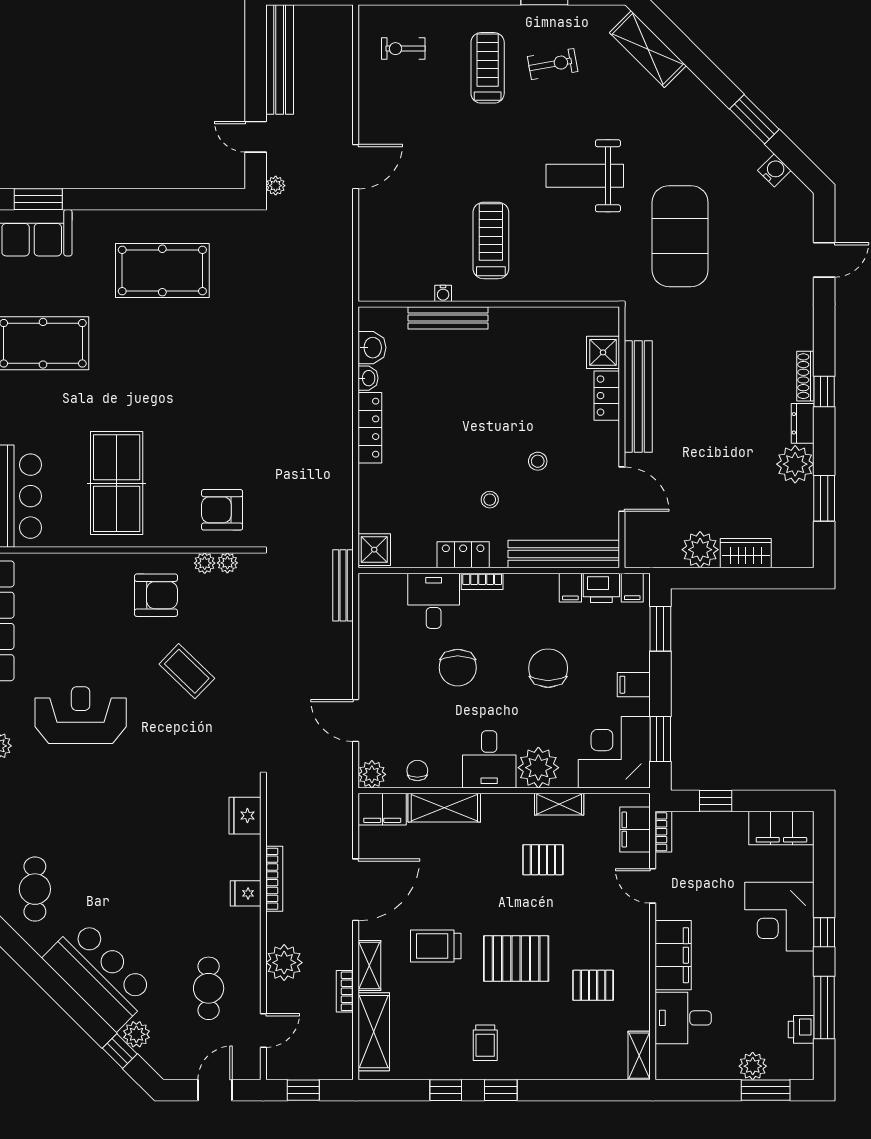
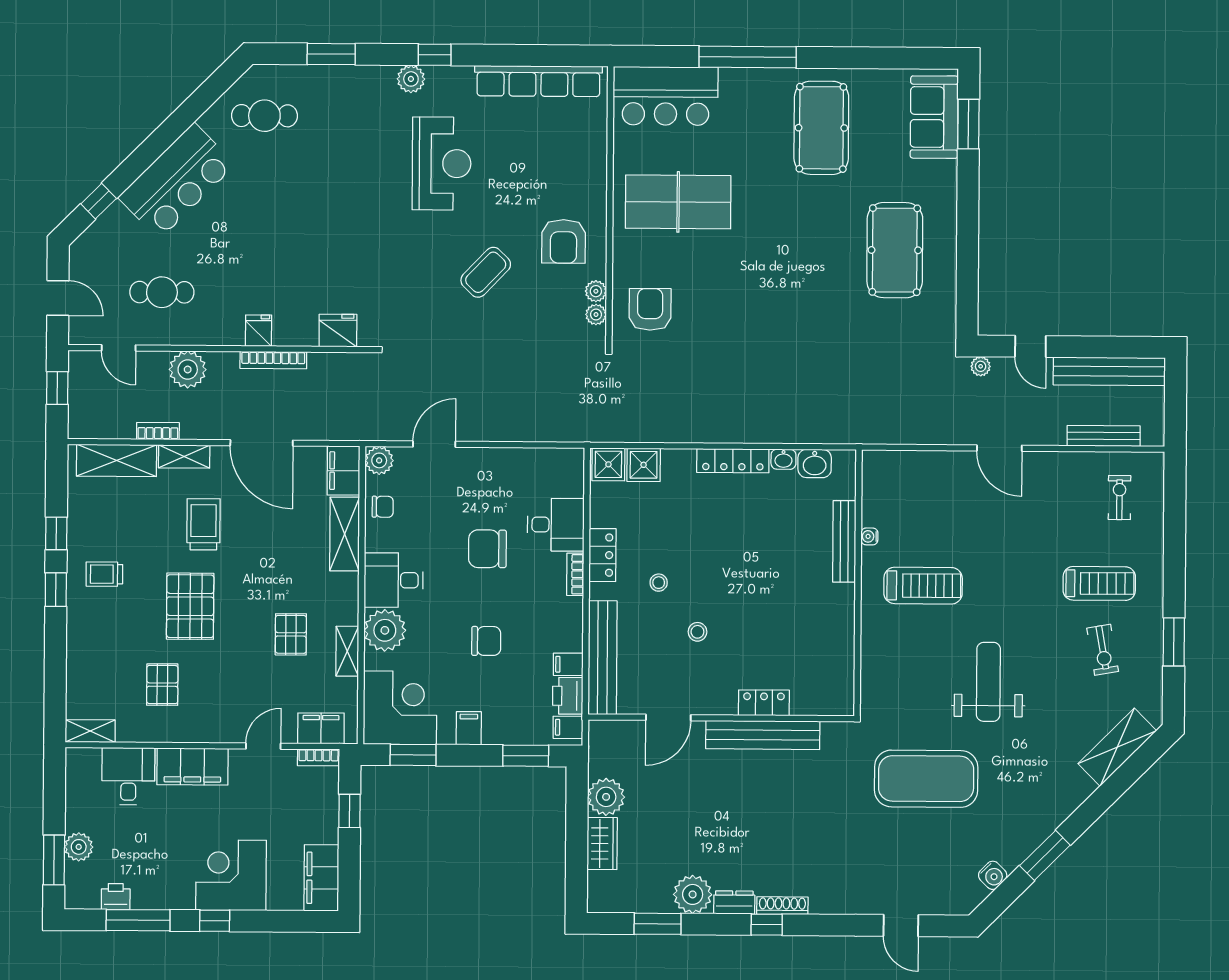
door: (256, 137) -> (1030, 346), swing flipped
shower: (603, 352) -> (644, 465), moved
bench: (343, 585) -> (1104, 436), moved
chair: (548, 668) -> (486, 641), width x0.73, depth x0.73
plant: (136, 1034) -> (116, 218), removed

